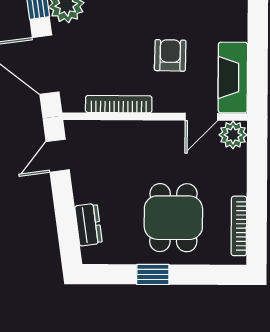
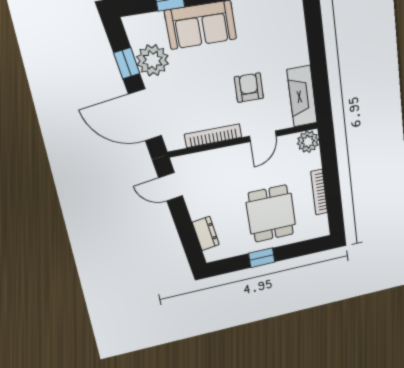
door: (201, 117) -> (263, 136), moved
door: (58, 156) -> (171, 187), hinge flipped
bookcase: (239, 226) -> (319, 192), moved

